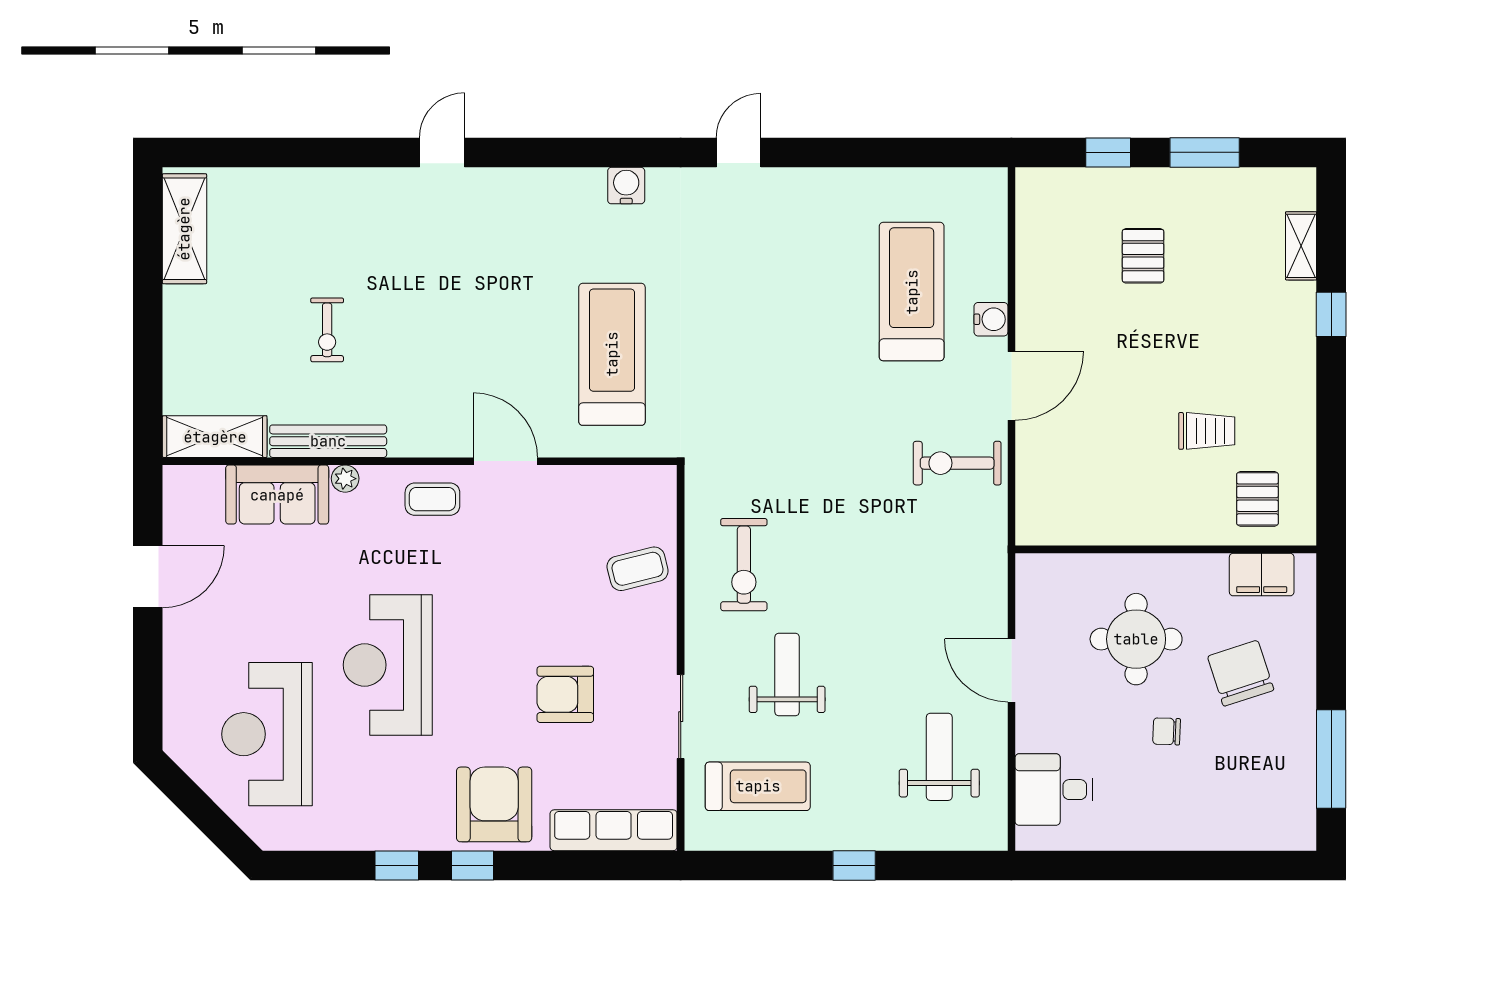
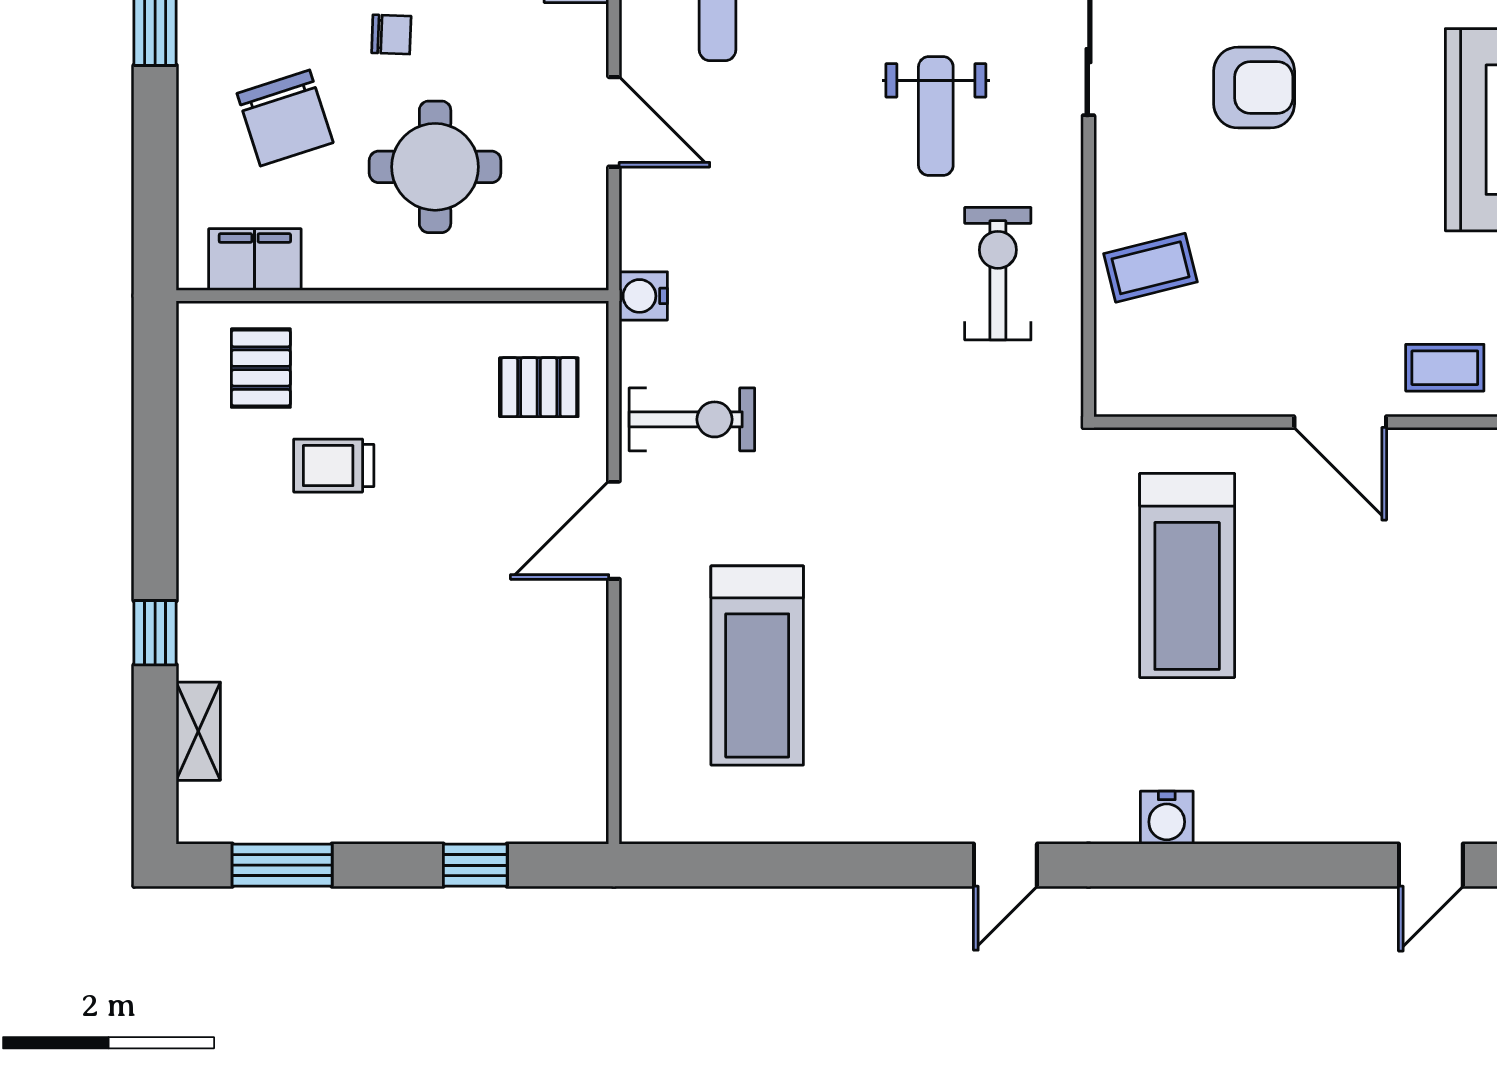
window: (1205, 152) -> (282, 865), moved
pallet: (1143, 256) -> (539, 387), moved, turned 90
water cooler: (991, 319) -> (643, 296), moved

